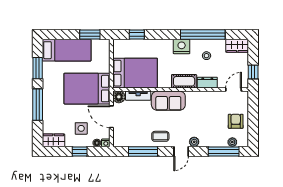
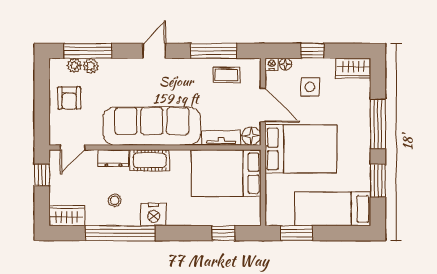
sofa: (168, 101) -> (152, 126), width x1.85, depth x1.27
coffee table: (160, 136) -> (226, 75), moved
plant: (194, 142) -> (91, 66), moved

